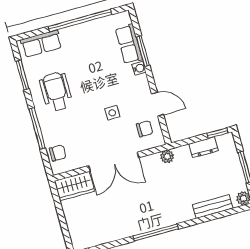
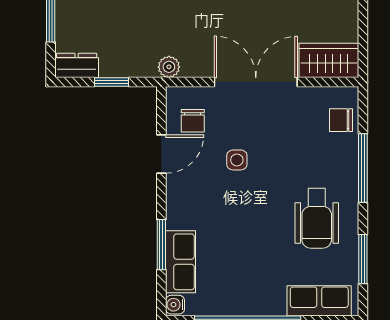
water cooler: (139, 68) -> (175, 305), moved
door: (158, 104) -> (161, 154), swing flipped
chair: (145, 129) -> (193, 121), turned -90
window: (217, 133) -> (112, 82), moved
dresser: (204, 147) -> (77, 65), moved

